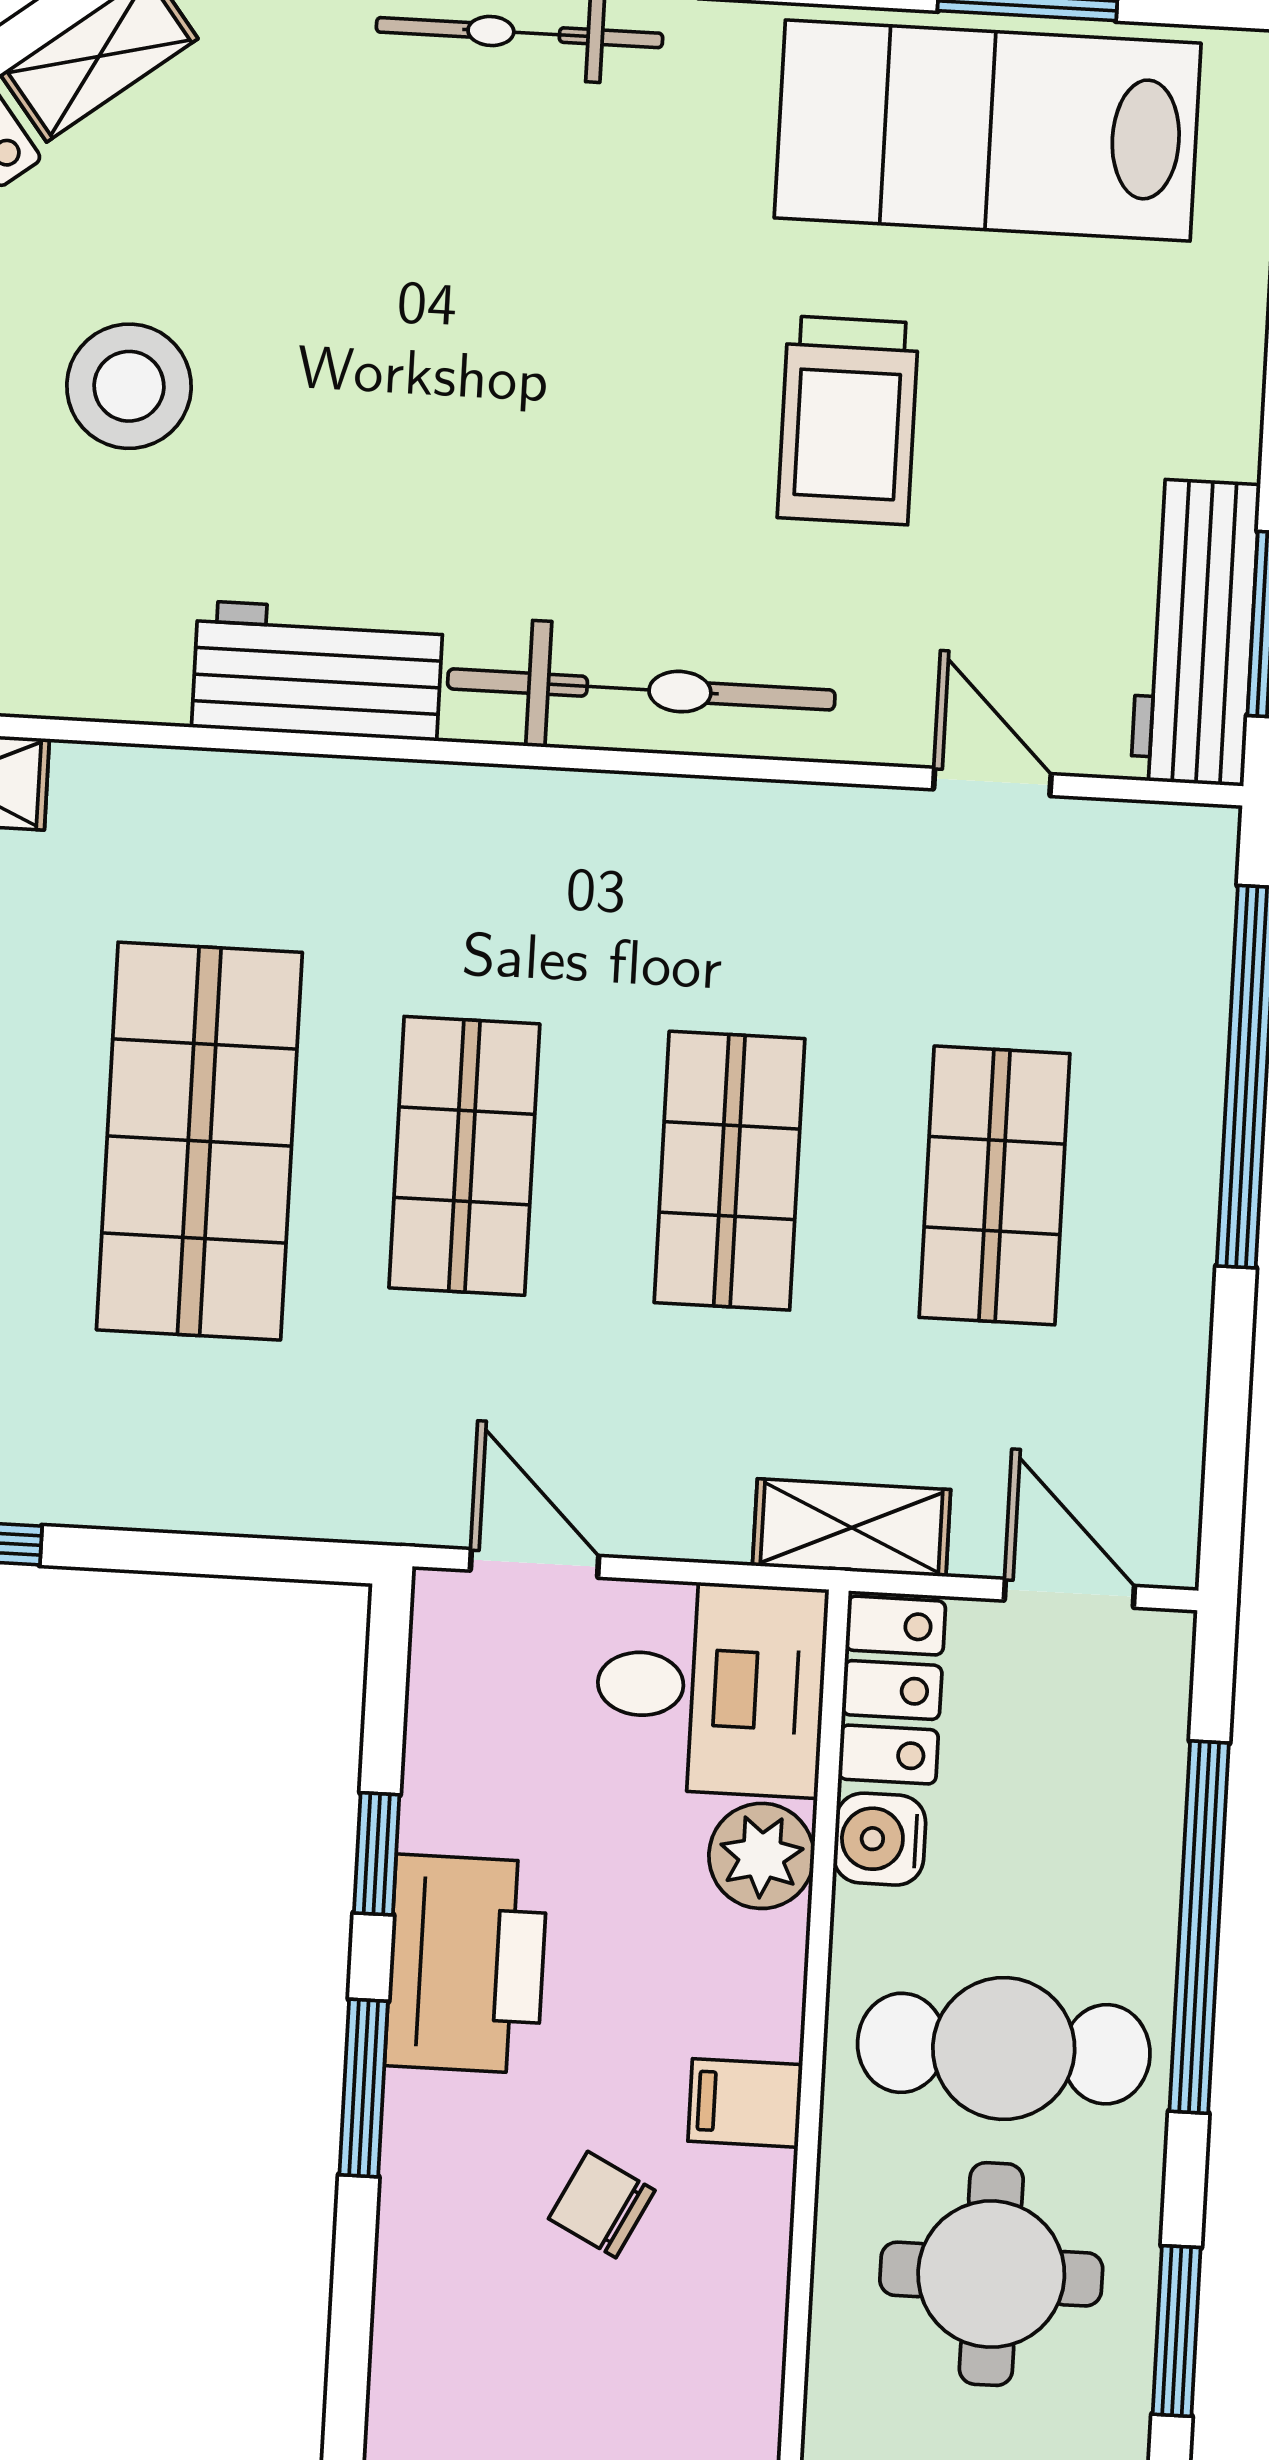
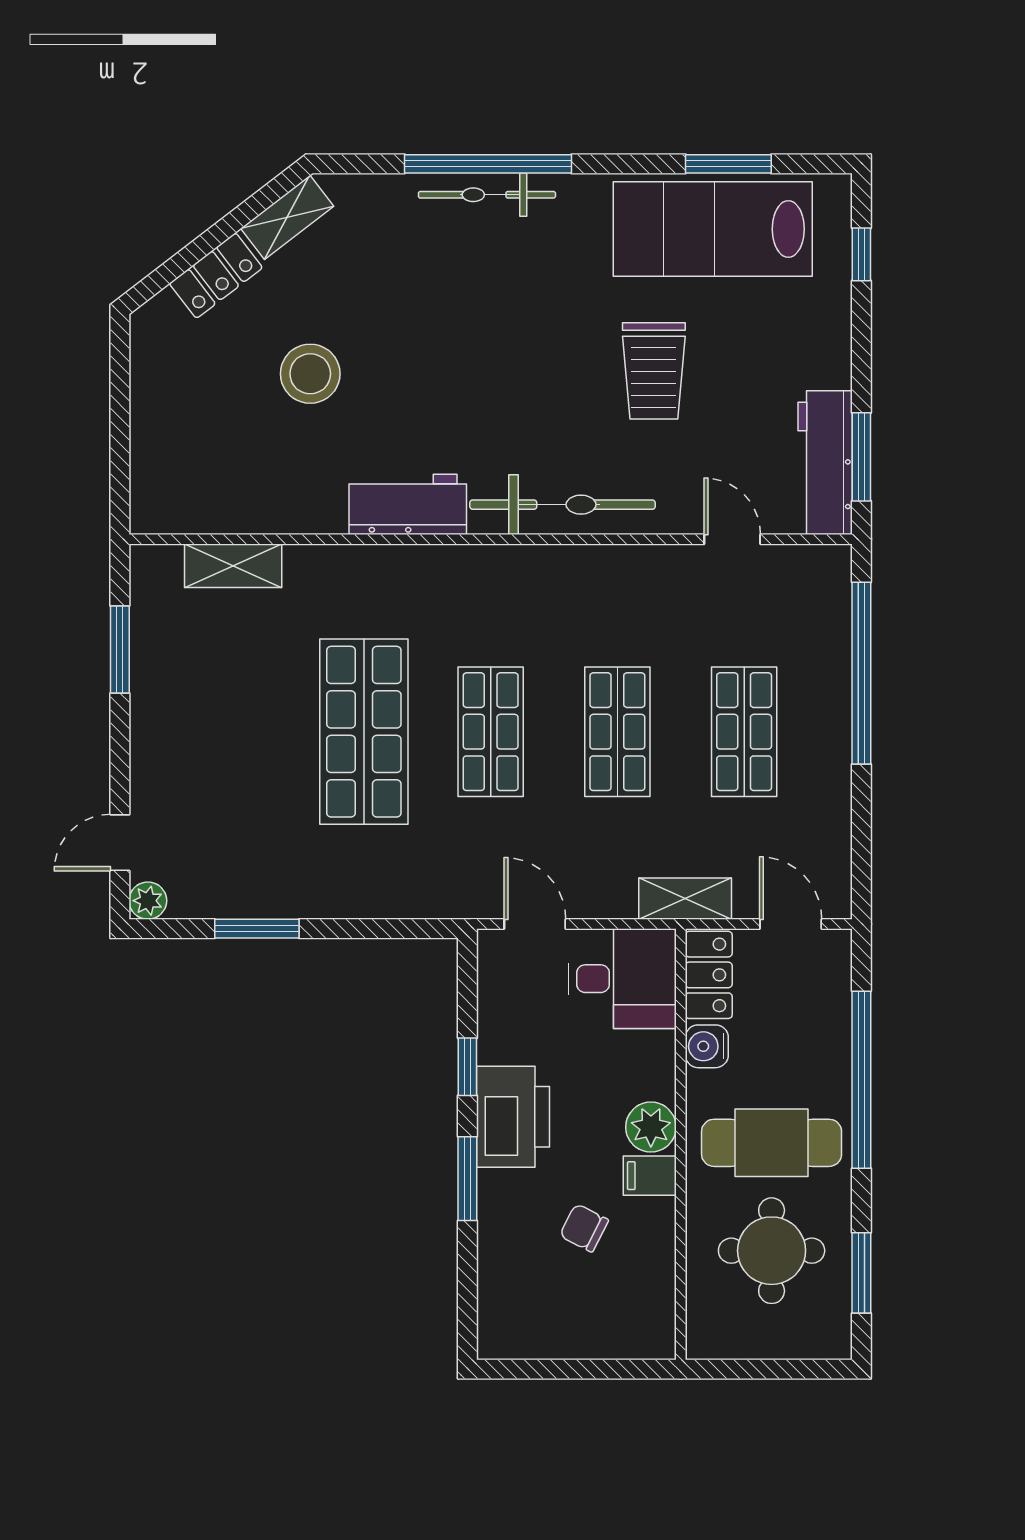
plant: (761, 1856) -> (651, 1127), moved

